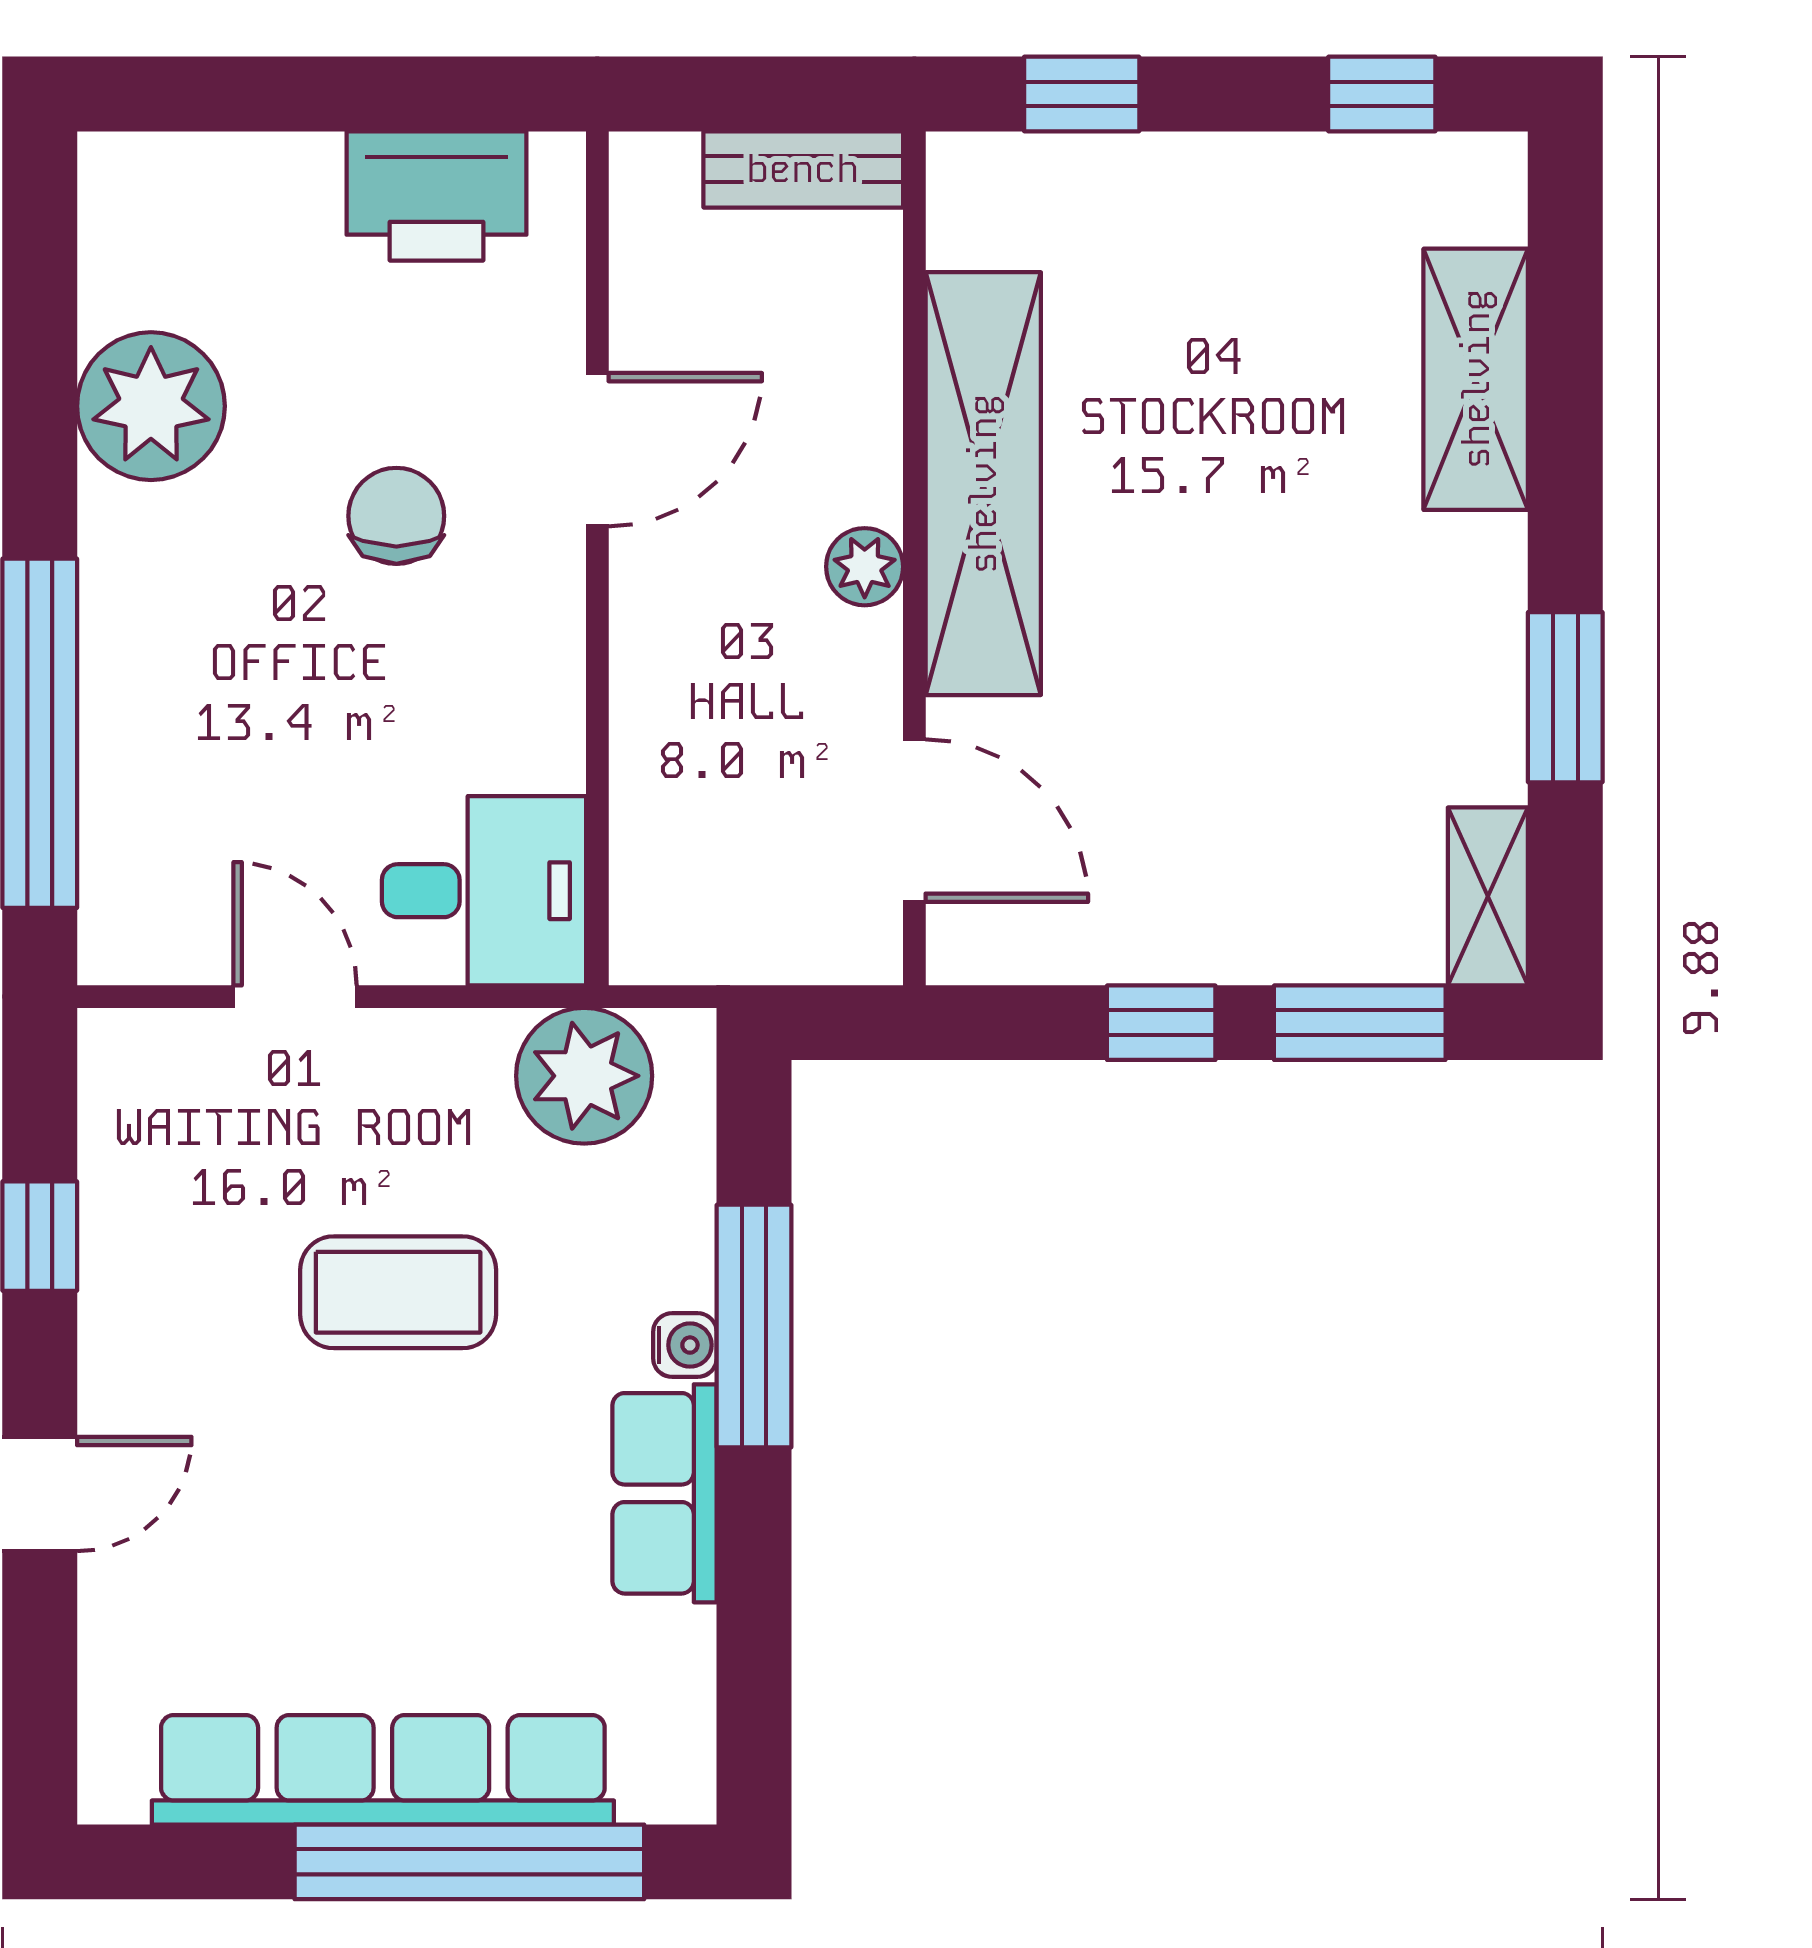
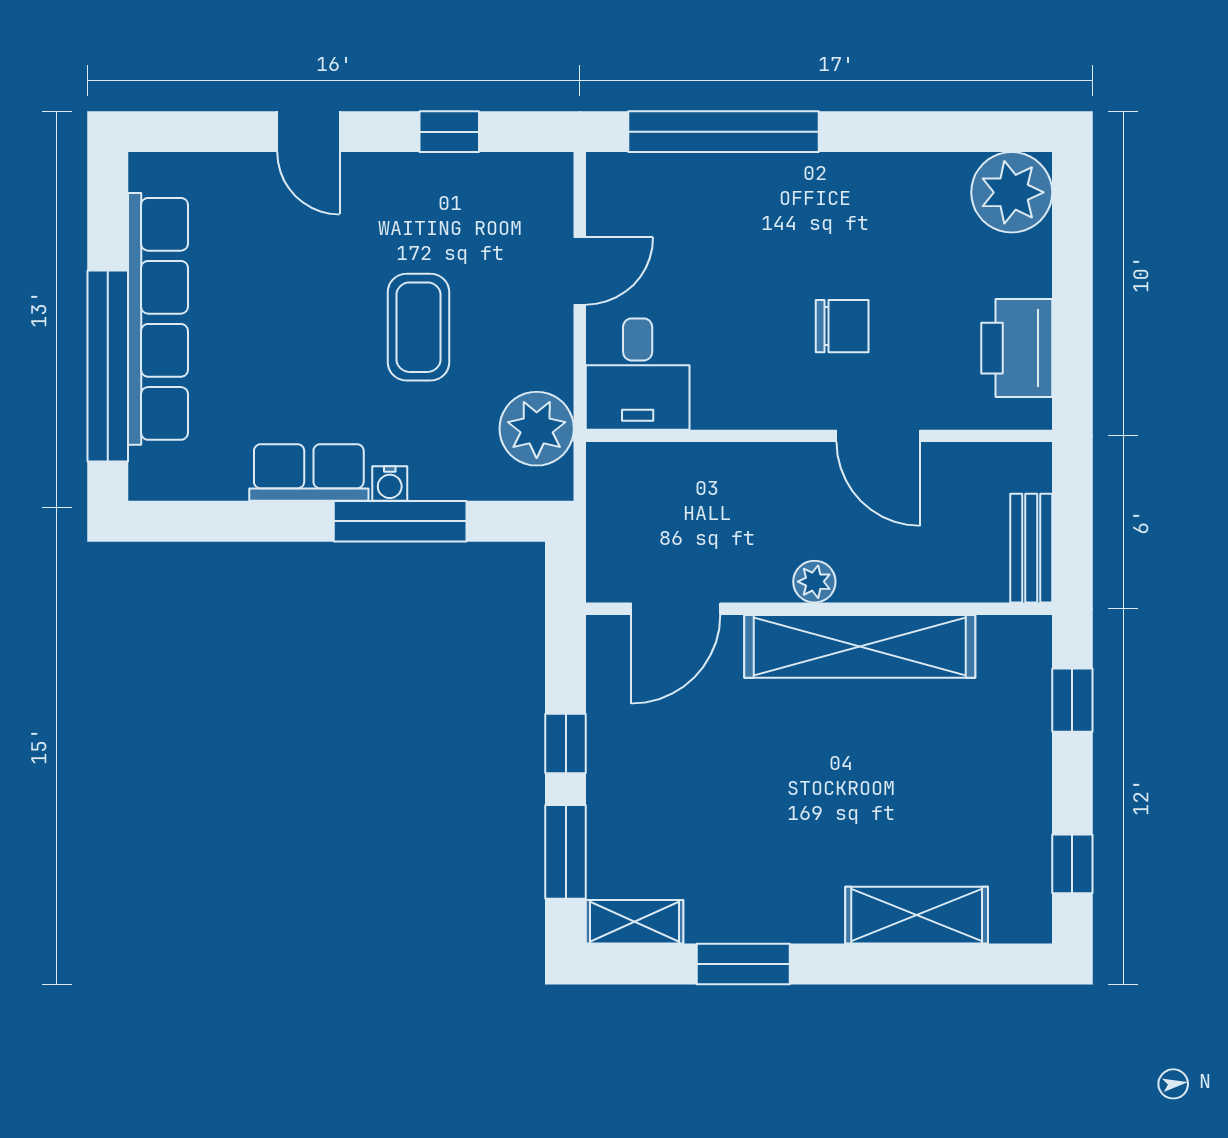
plant: (151, 406) -> (1012, 192), moved

